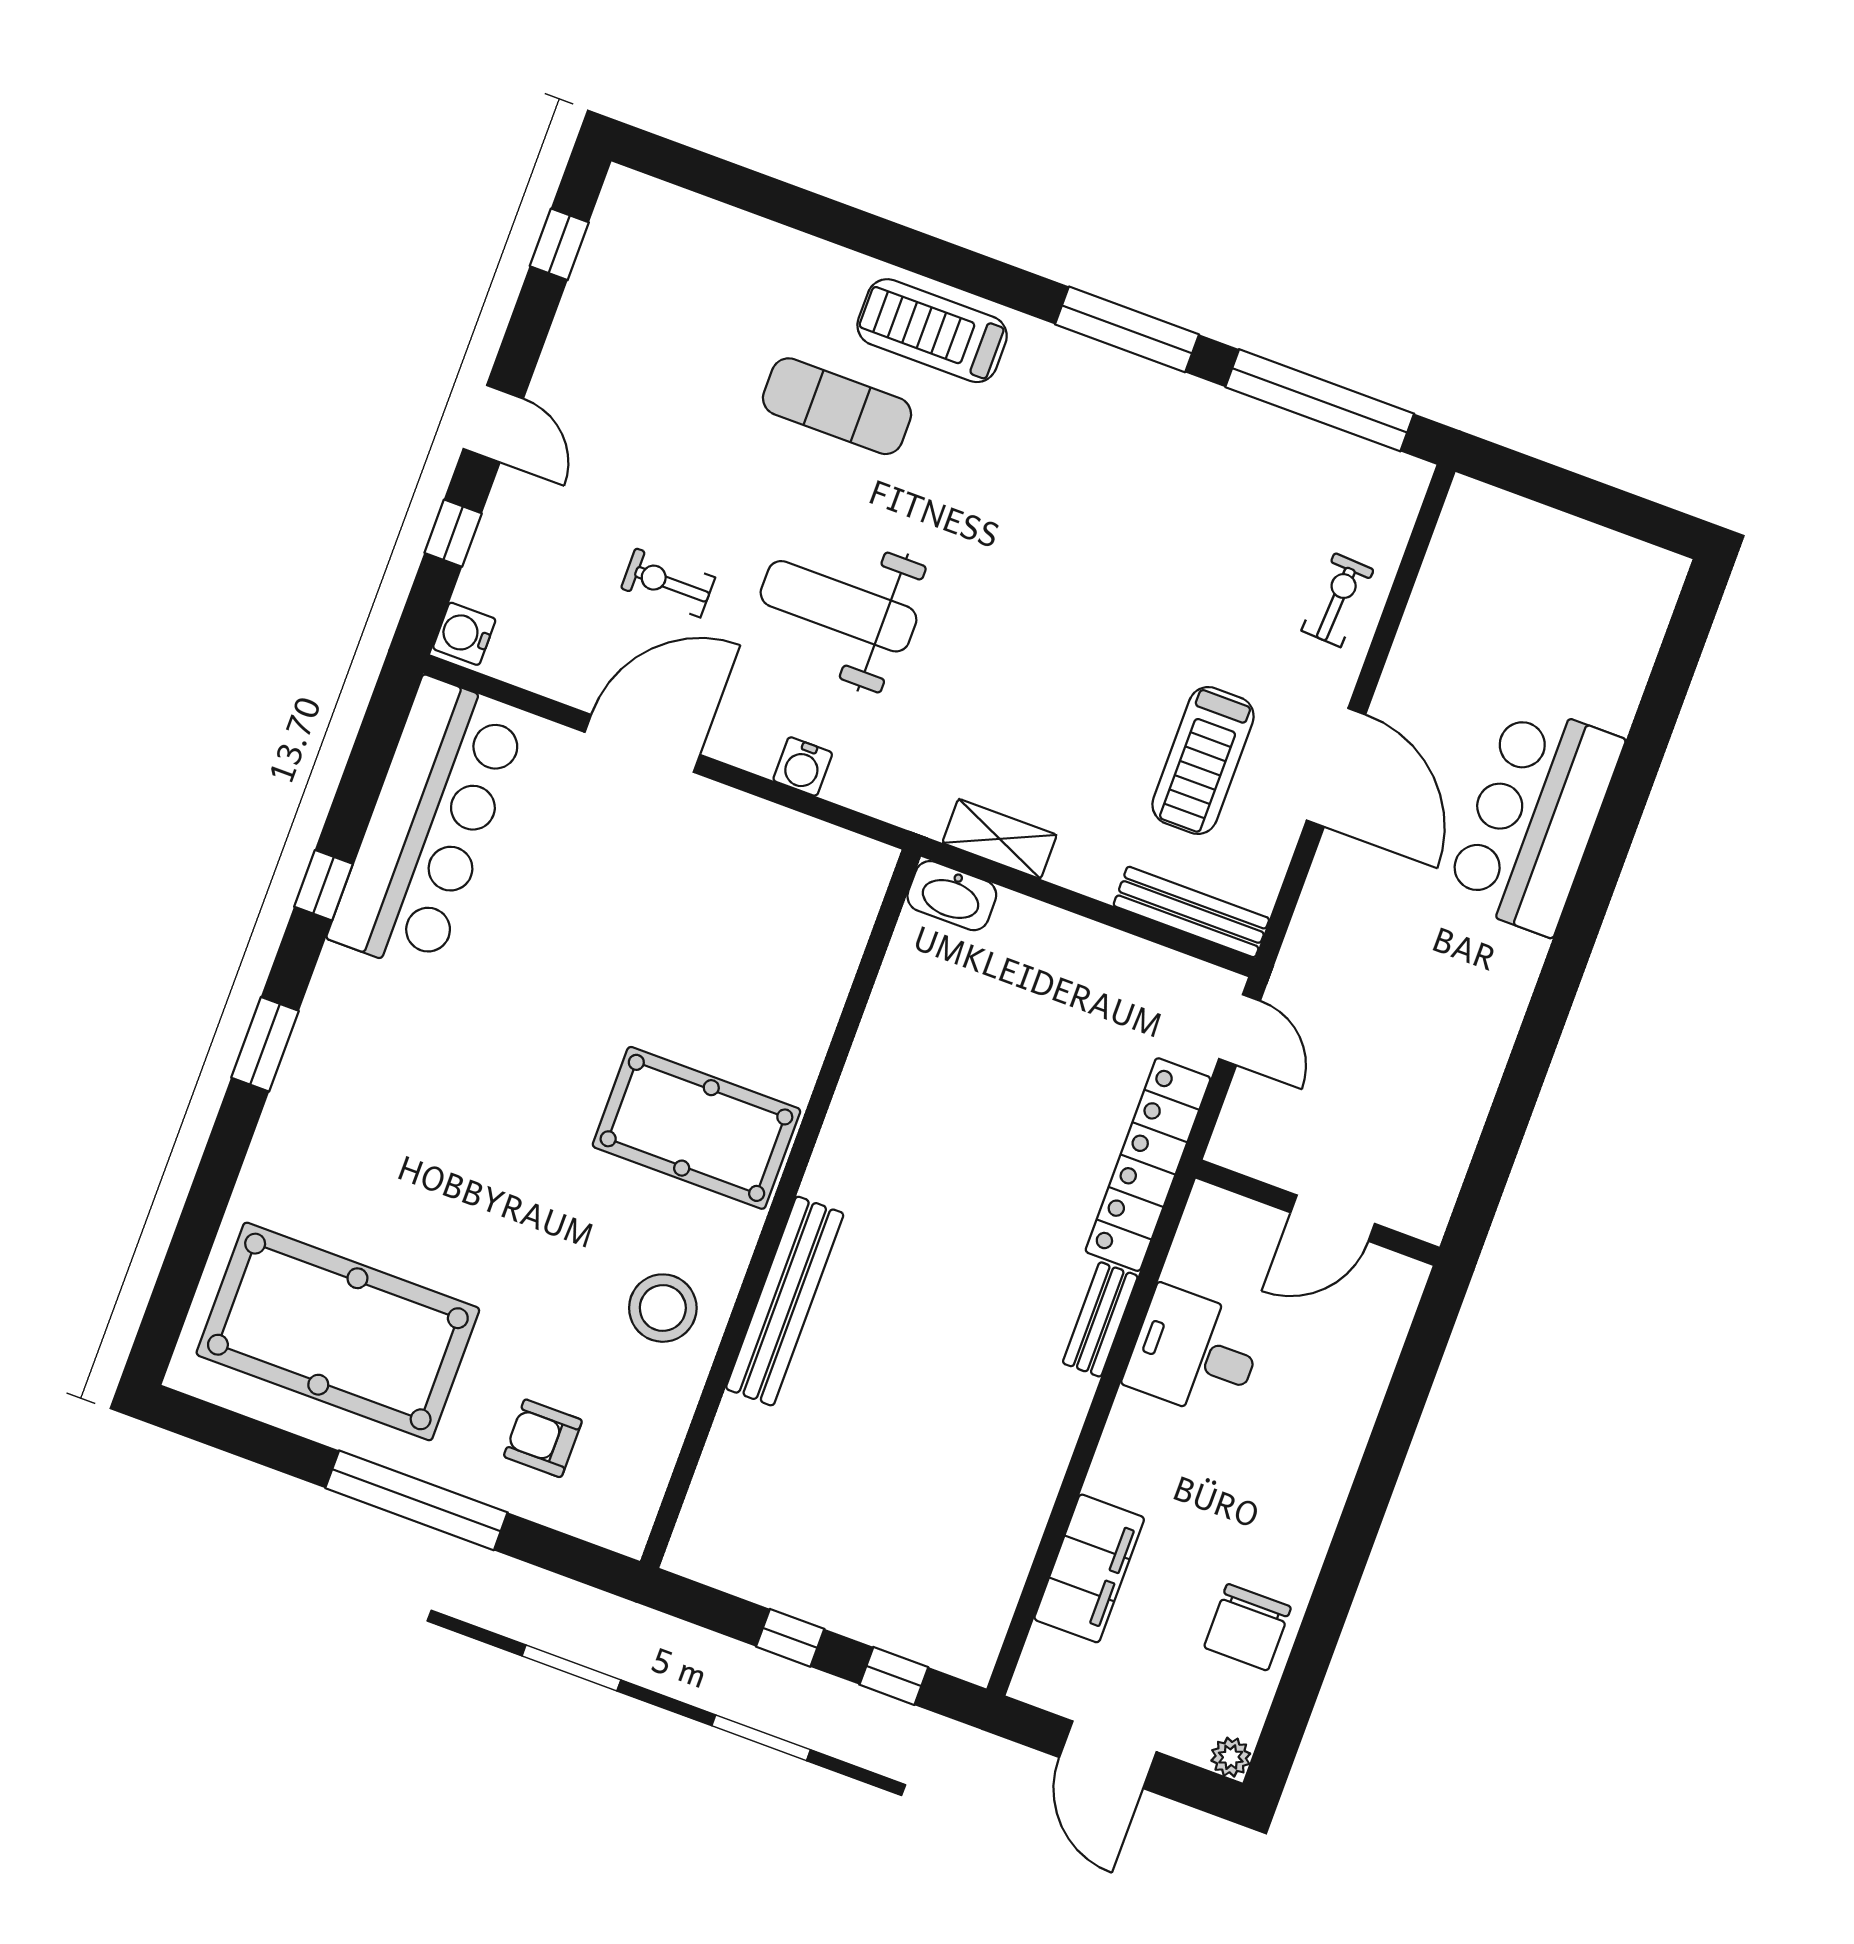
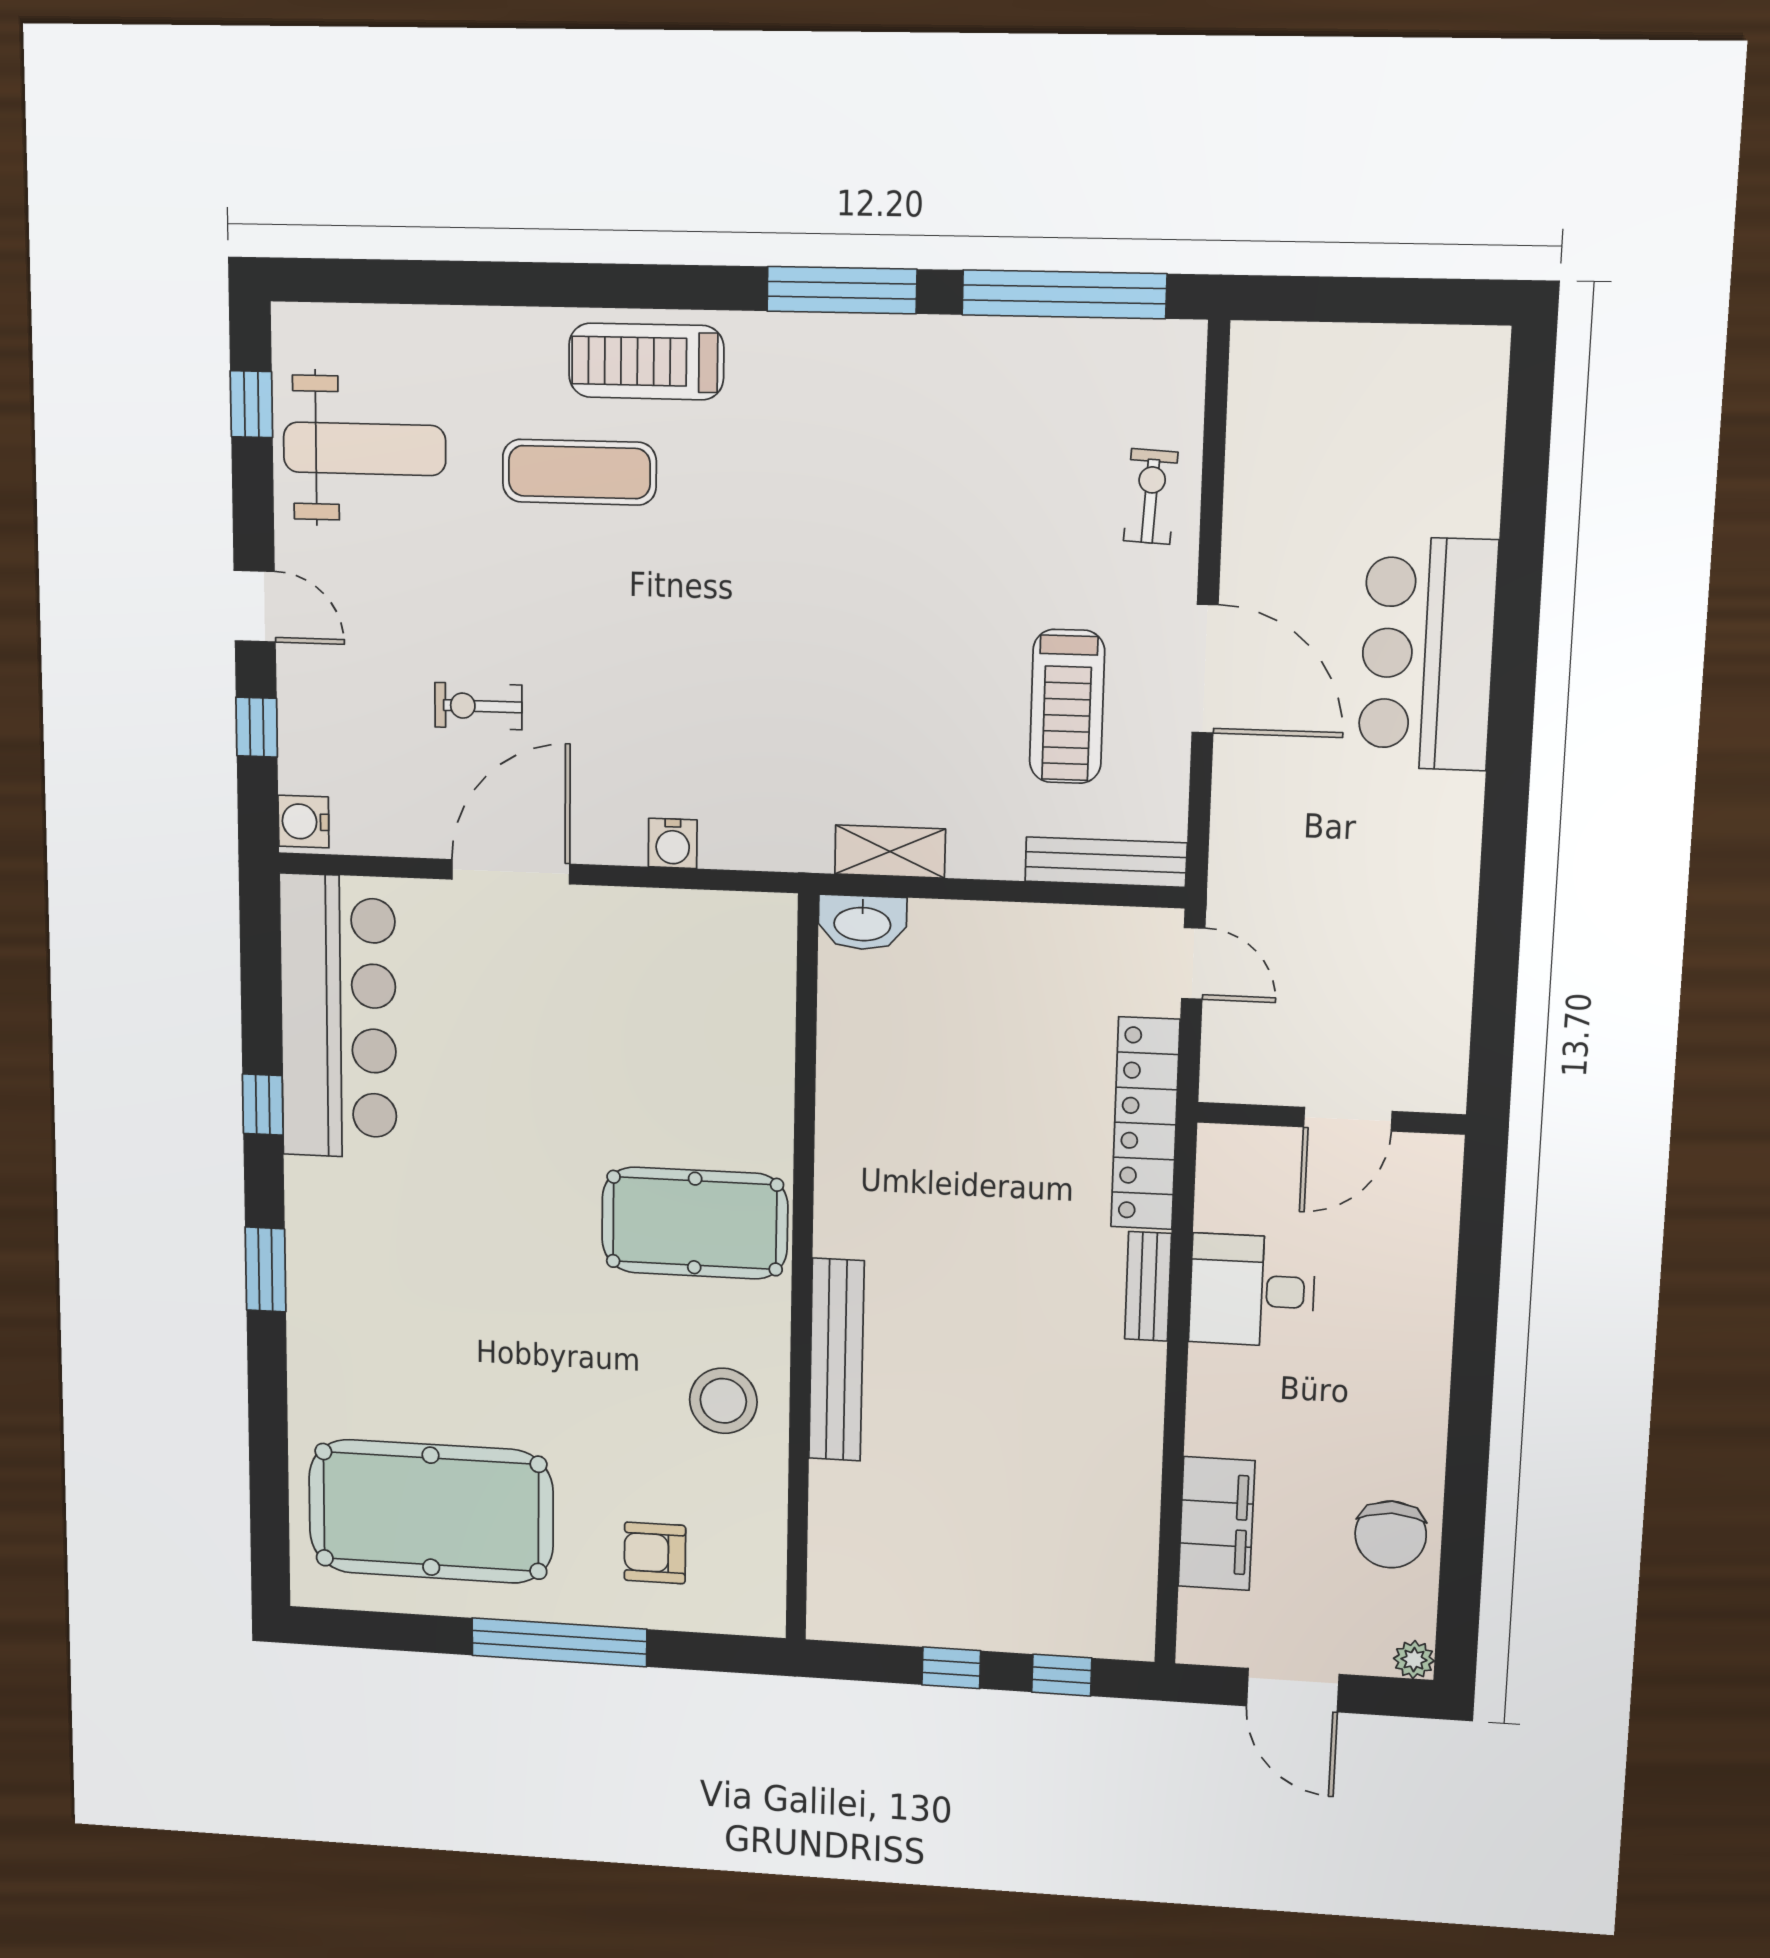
weight bench: (839, 606) -> (364, 449), moved, turned 180

